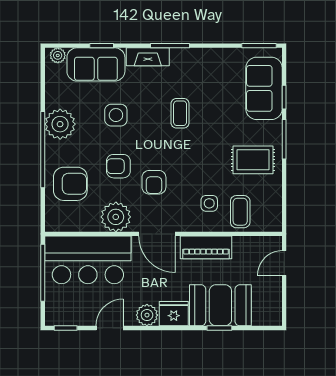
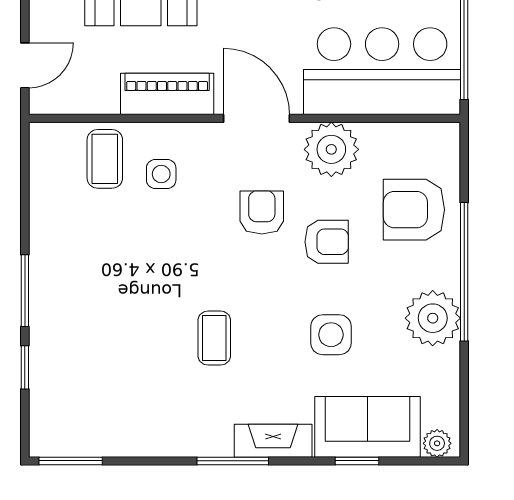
sofa: (264, 88) -> (61, 383), removed
rug: (253, 160) -> (82, 253), removed

